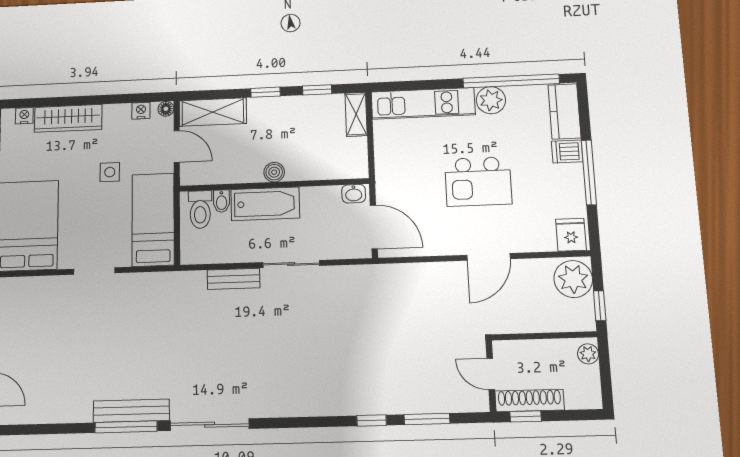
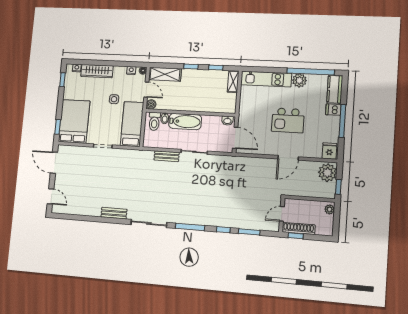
boiler: (274, 172) -> (151, 104), moved
door: (491, 374) -> (282, 214), hinge flipped
bench: (131, 411) -> (114, 213), width x0.73
window: (126, 427) -> (190, 227), moved

